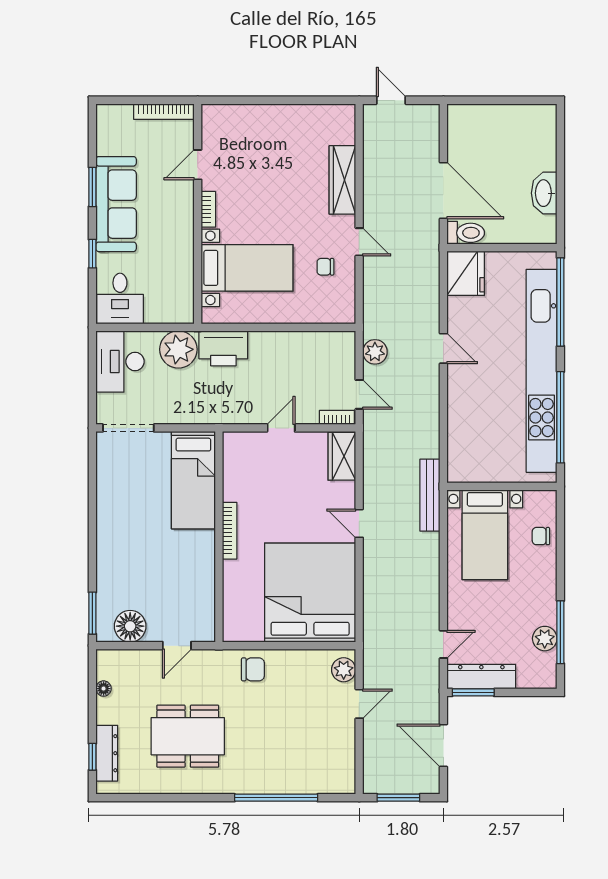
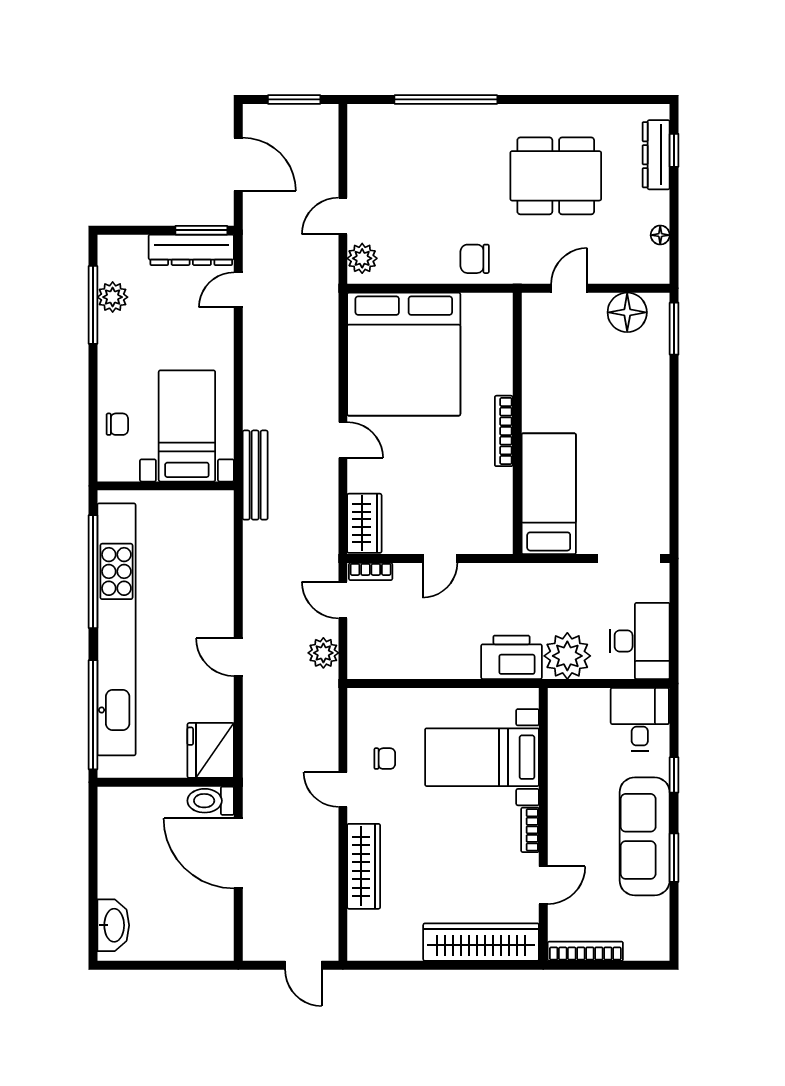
wardrobe: (248, 119) -> (481, 942), added
washbasin: (544, 193) -> (113, 925), moved

